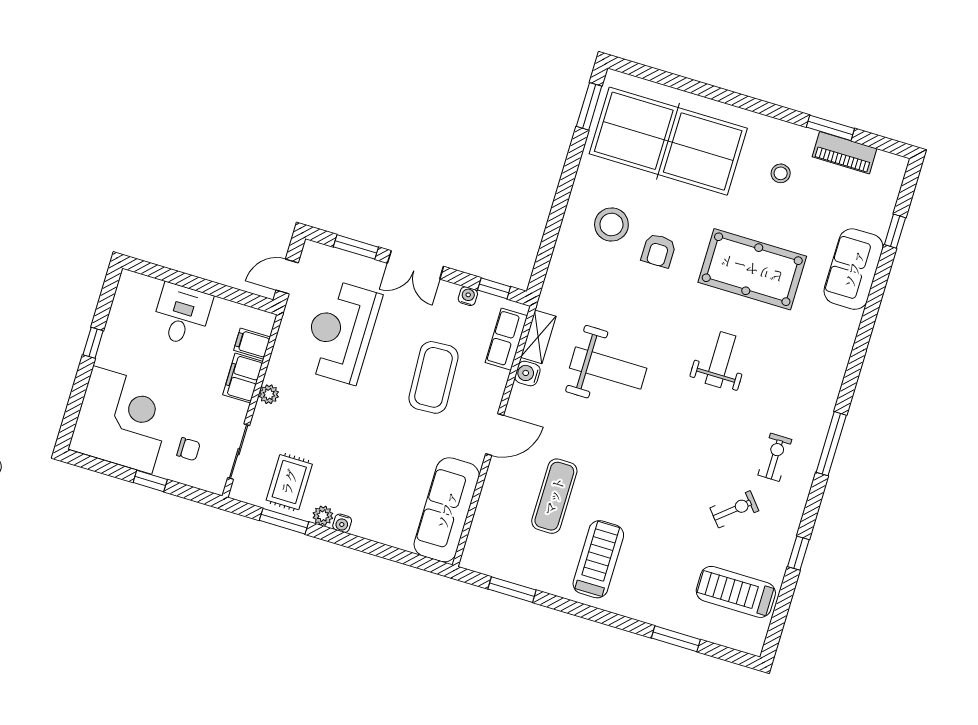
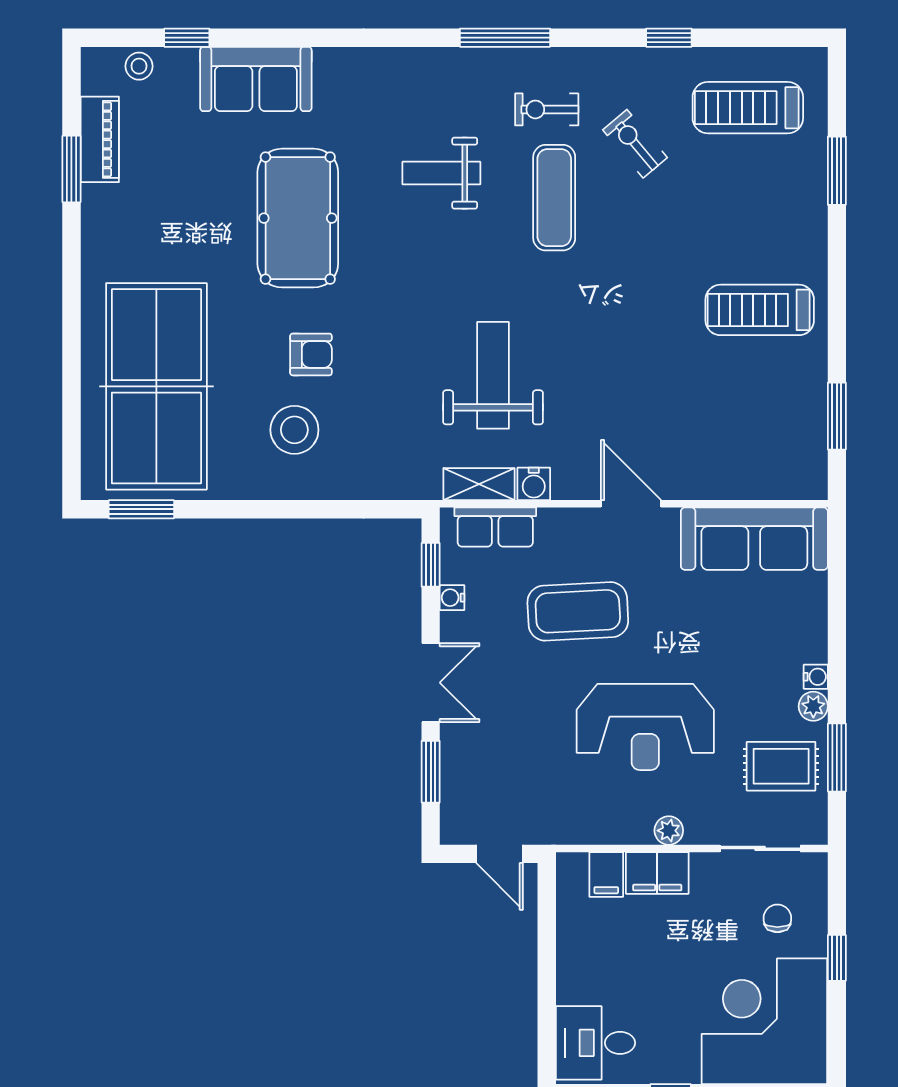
stool: (781, 173) -> (139, 66), moved
desk: (182, 315) -> (595, 1043), moved
reception desk: (341, 332) -> (645, 727), moved
weight bench: (721, 360) -> (441, 173), moved
exercise mat: (554, 496) -> (554, 198), moved, turned 90
treadmill: (736, 592) -> (748, 108), turned 90

